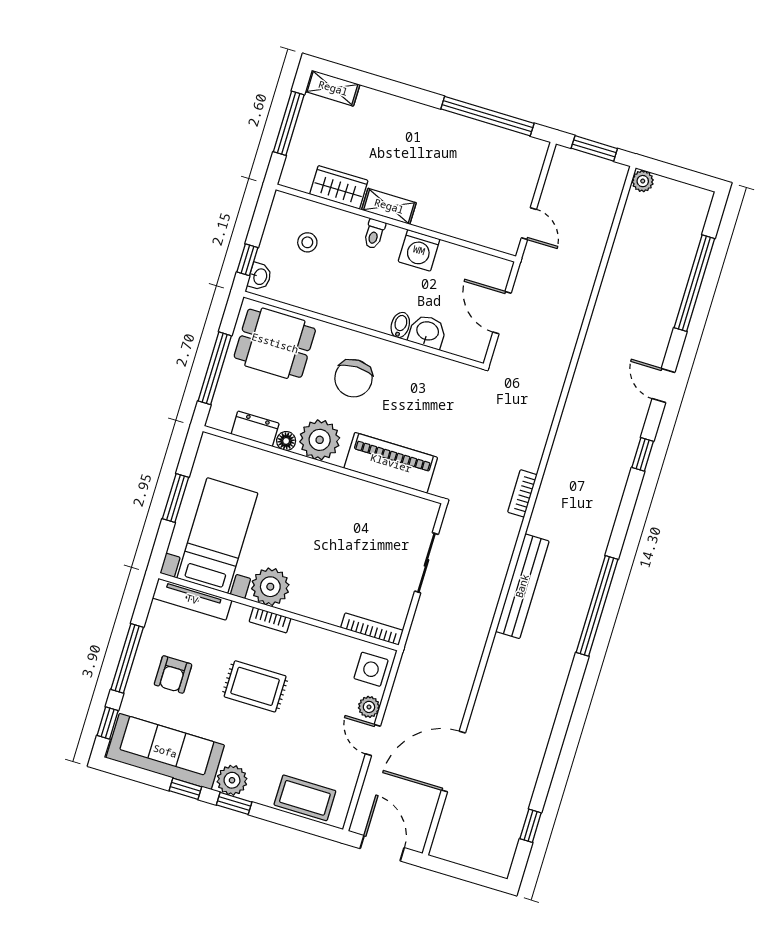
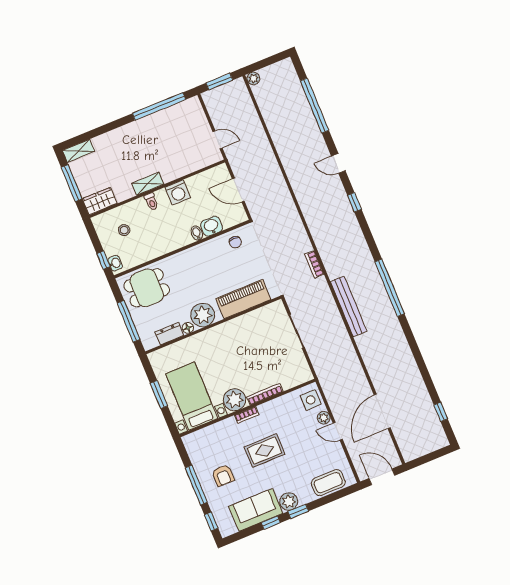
wardrobe: (339, 187) -> (100, 201), moved
chair: (353, 378) -> (235, 242), moved, width x0.54, depth x0.54
tv unit: (192, 599) -> (204, 434), removed
bookcase: (372, 629) -> (265, 394), moved
sofa: (165, 751) -> (256, 510), width x0.73

